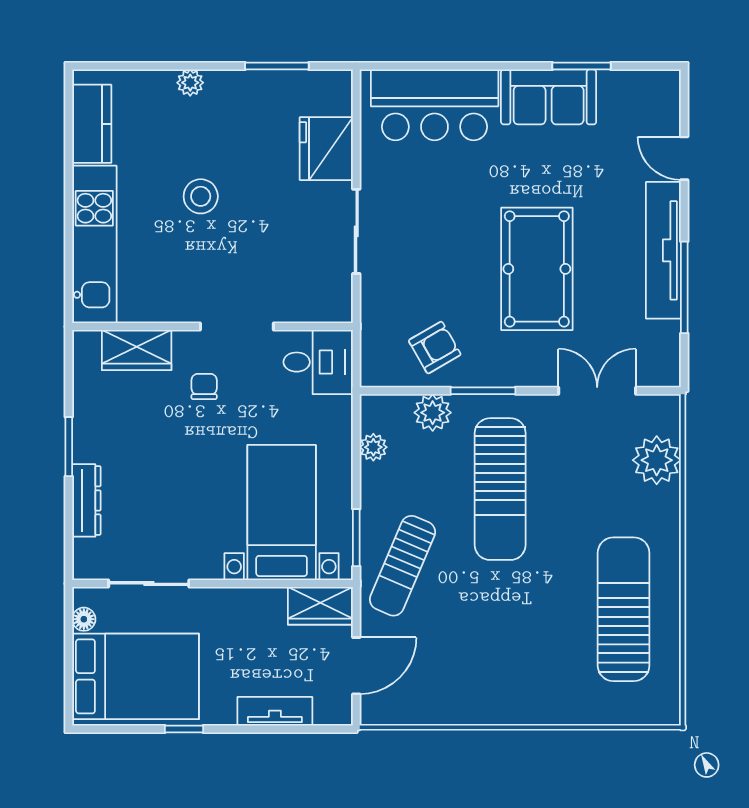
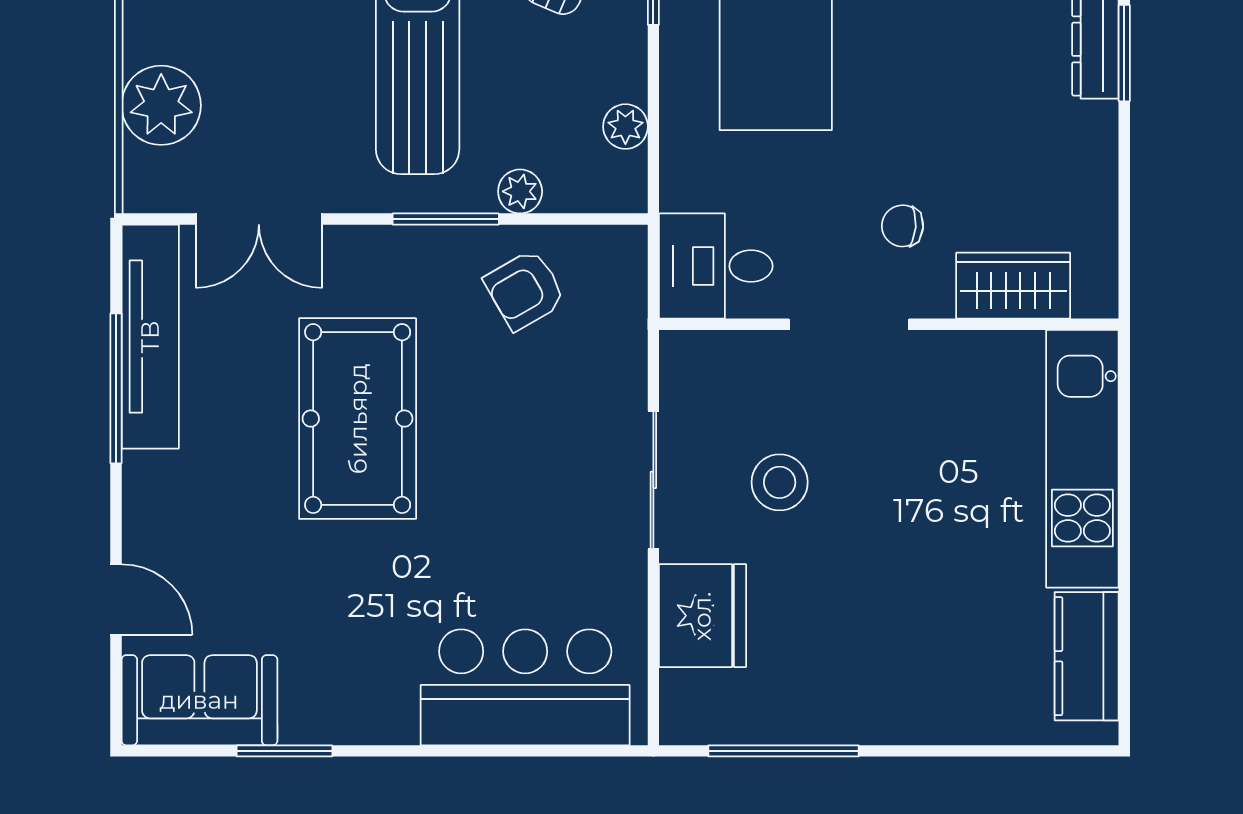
window: (277, 66) -> (784, 751), width x1.44
plant: (190, 83) -> (925, 724), removed
sofa: (549, 97) -> (199, 700), moved
stool: (201, 196) -> (780, 482), moved
tv unit: (663, 250) -> (150, 337), moved
chair: (204, 387) -> (903, 226), turned 94
plant: (433, 413) -> (520, 191), width x0.73, depth x0.73
window: (69, 447) -> (1124, 53), moved

